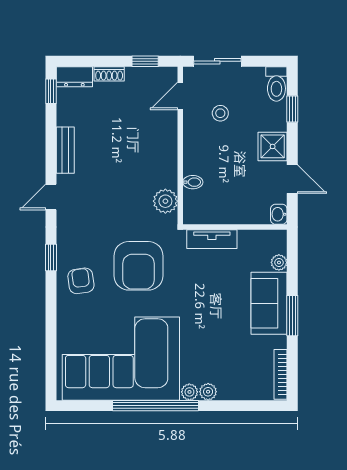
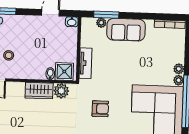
shower: (273, 146) -> (64, 72), moved
wardrobe: (165, 165) -> (39, 91), added
armchair: (139, 266) -> (100, 109), width x0.53, depth x0.53
window: (292, 316) -> (106, 15), moved

